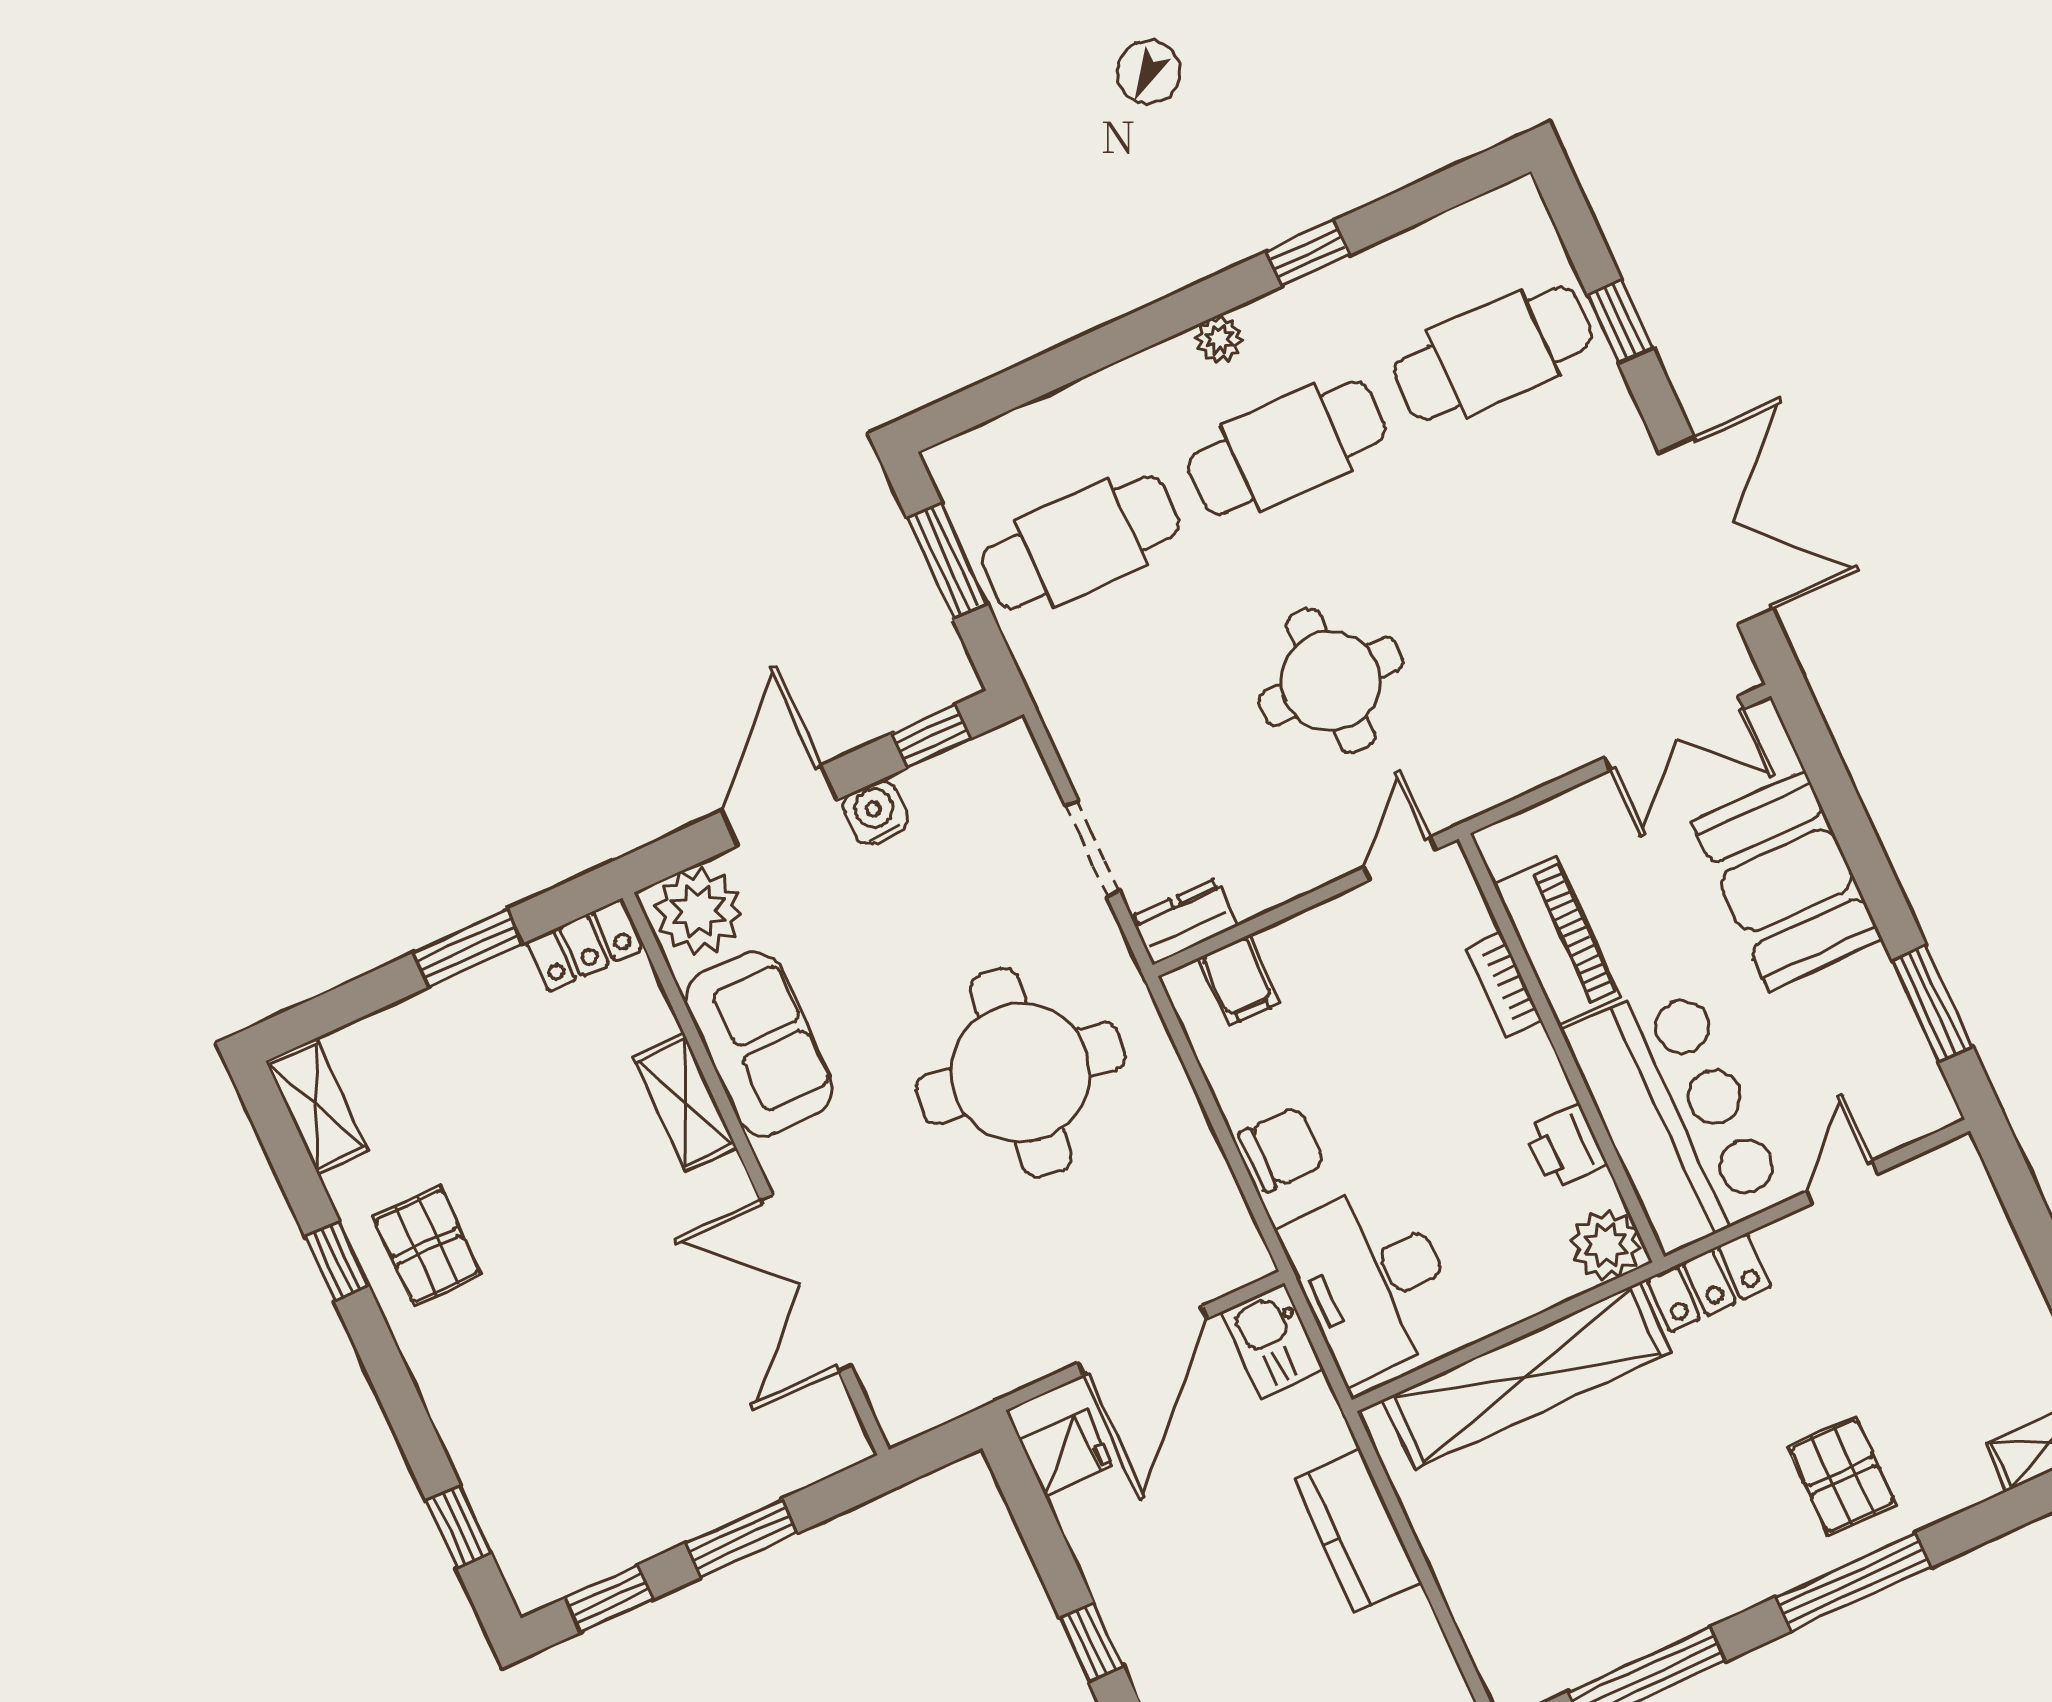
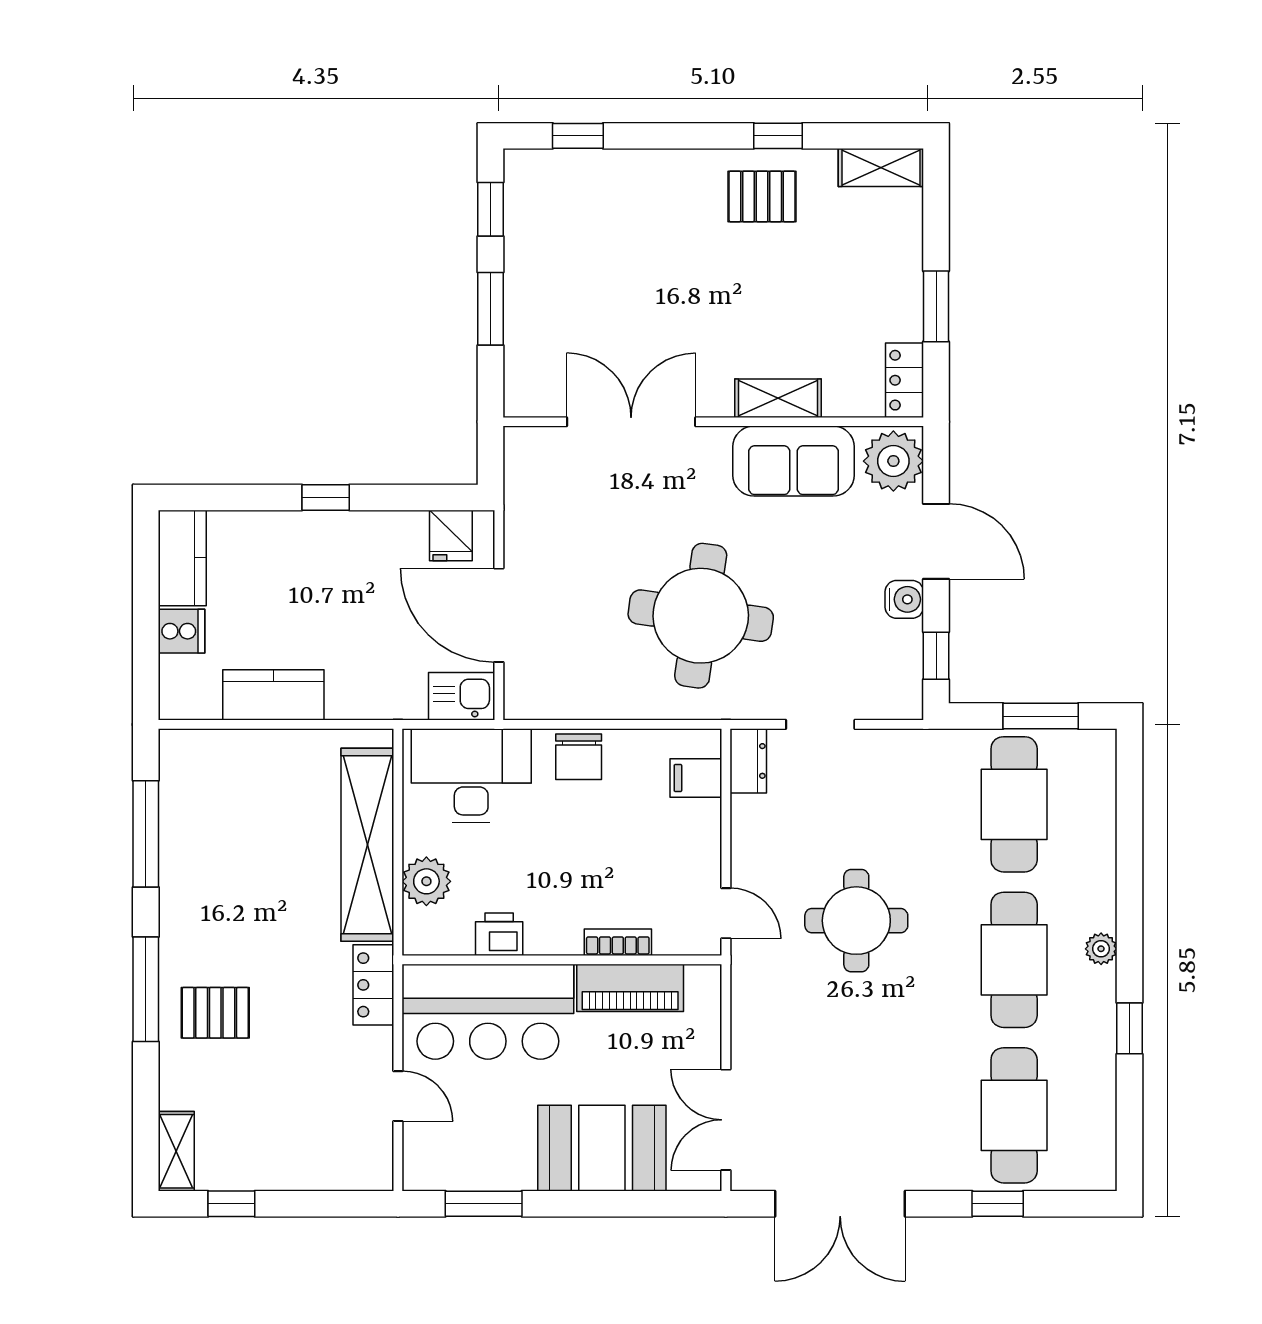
plant: (1606, 1245) -> (426, 881), moved
kitchen counter: (1357, 1531) -> (273, 695), moved

